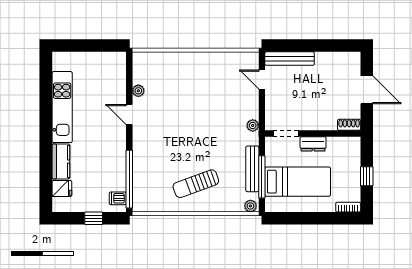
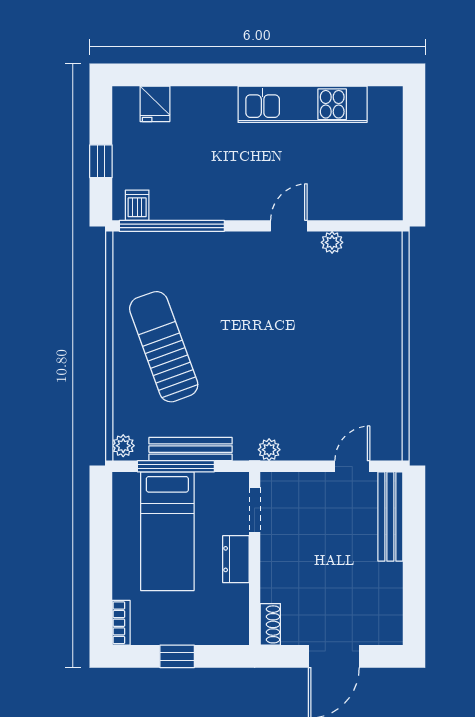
kitchen counter: (61, 161) -> (204, 102), removed
sun lounger: (196, 184) -> (164, 347), width x1.36, depth x1.34

